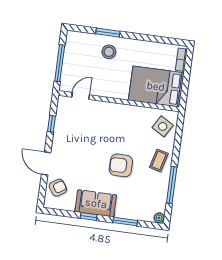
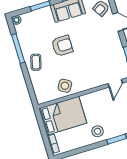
stool: (109, 52) -> (98, 131), moved
side table: (163, 126) -> (65, 86), moved

